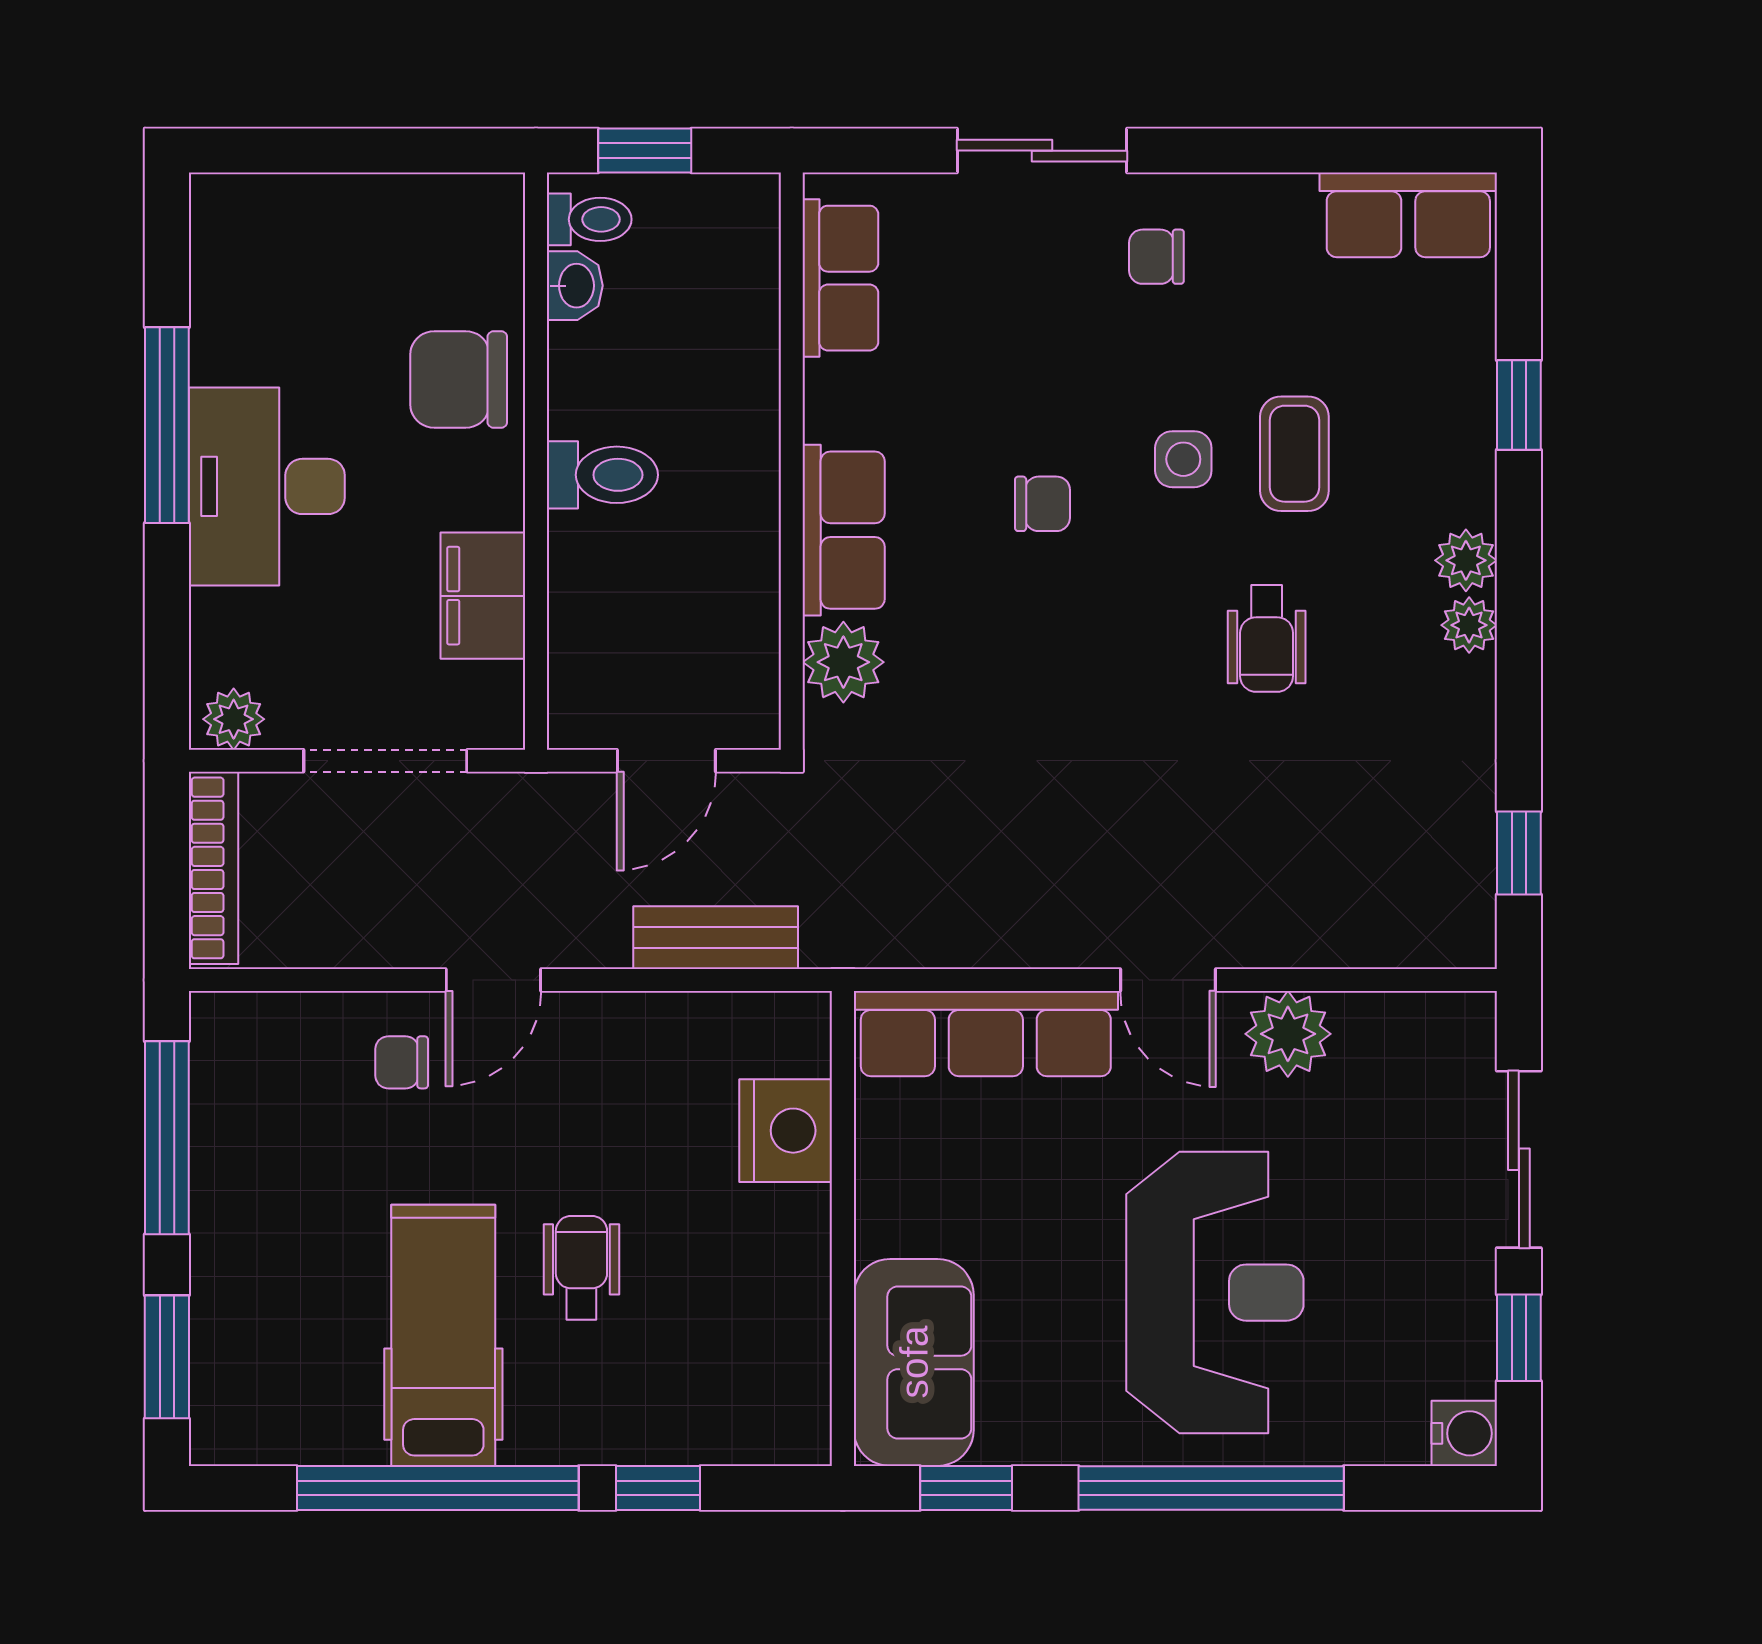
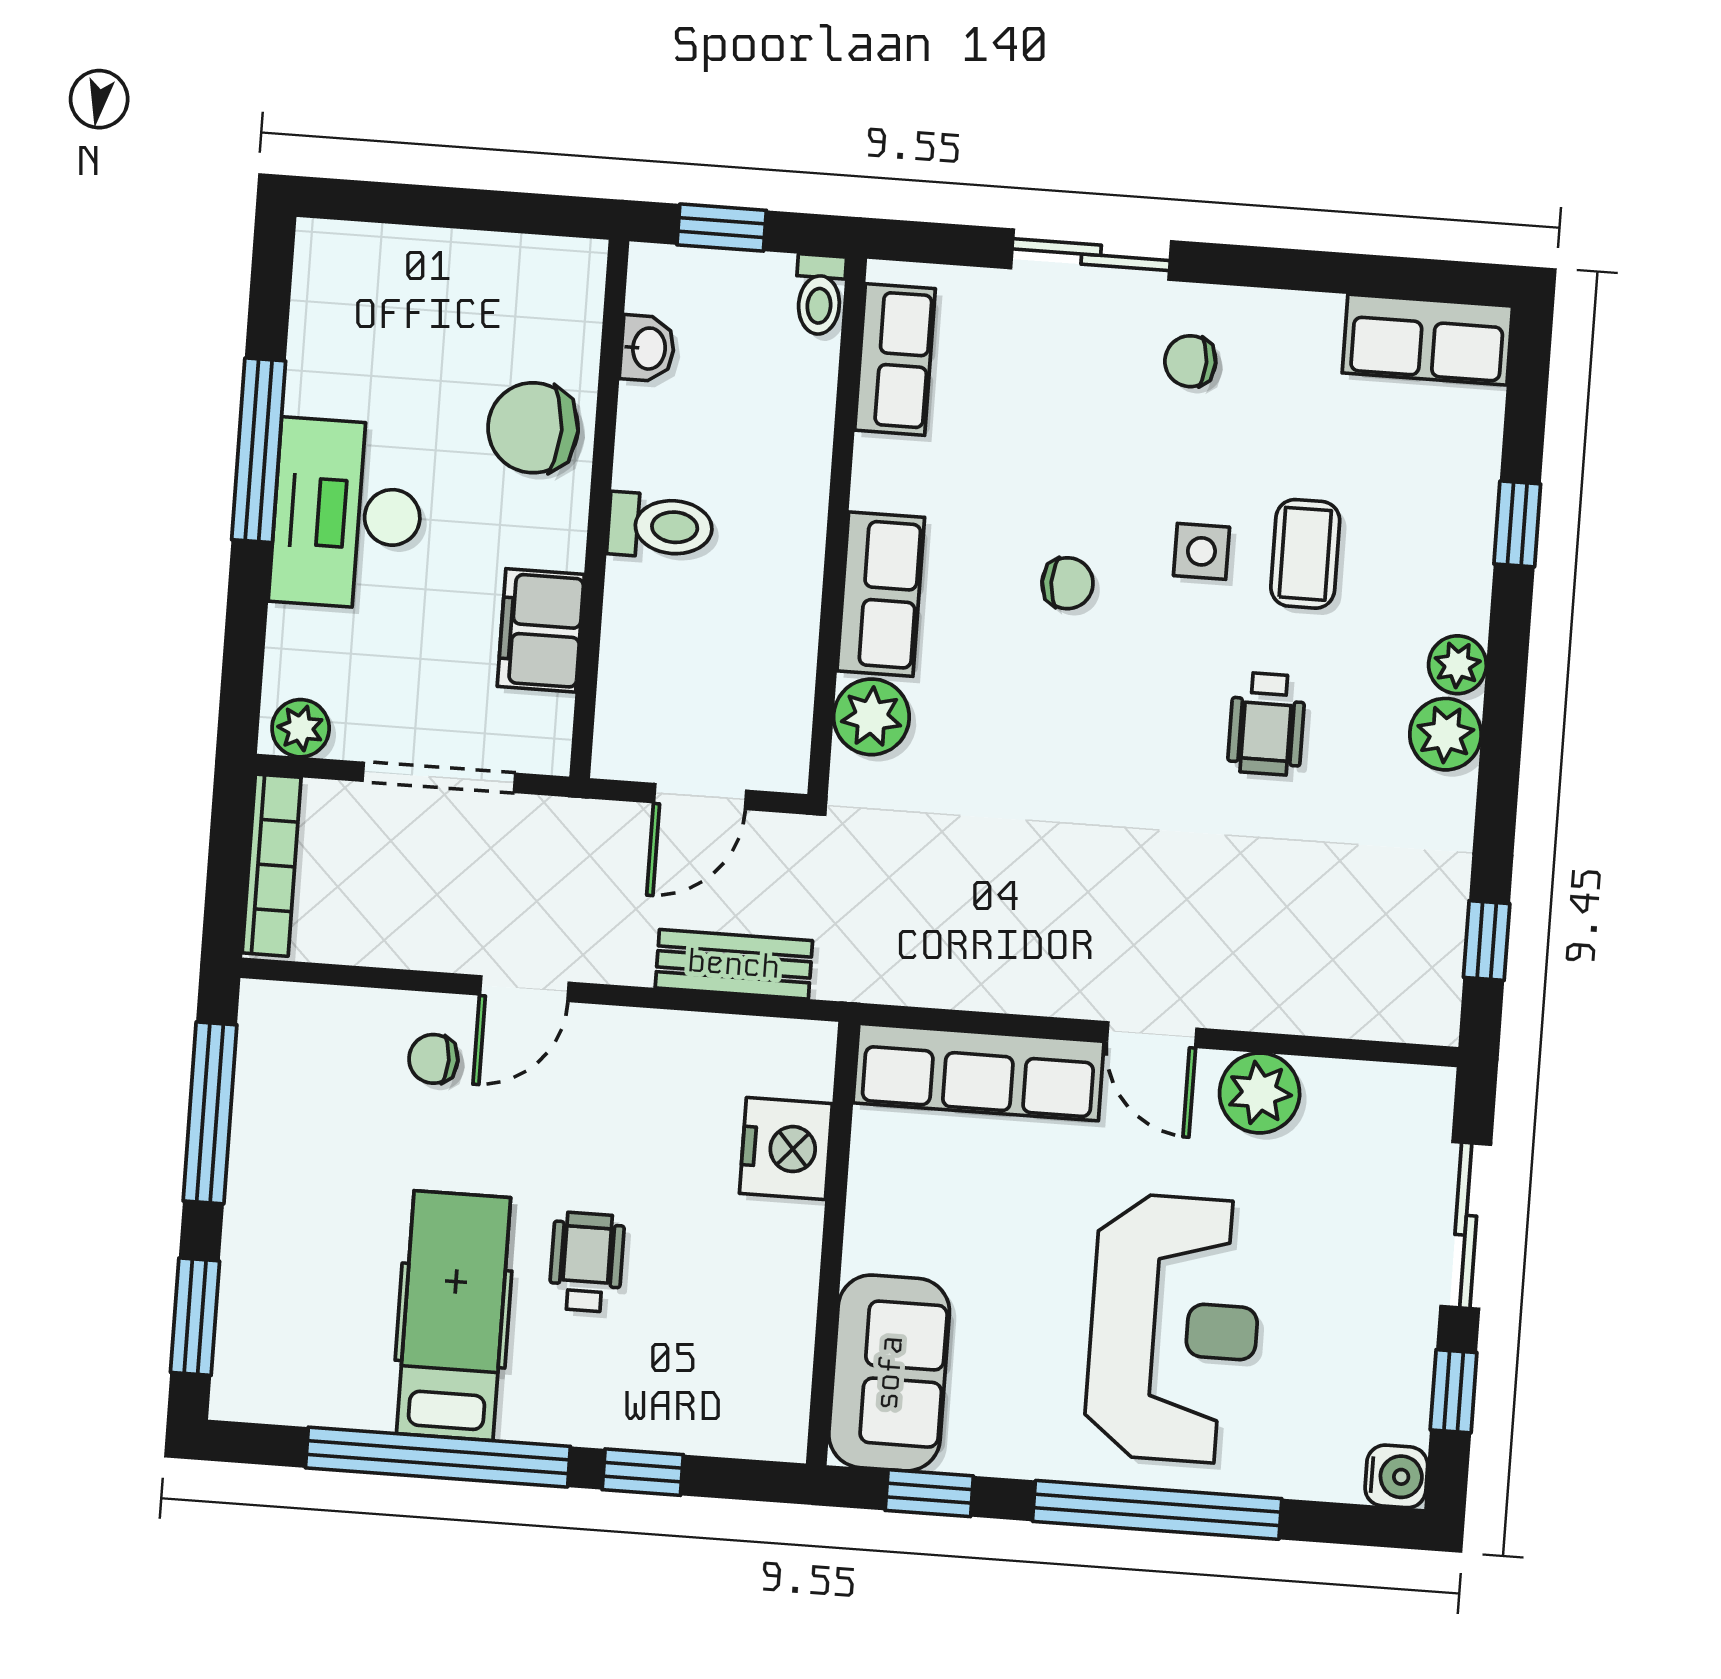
toilet: (589, 219) -> (820, 295), moved, turned 90
plant: (1469, 625) -> (1445, 734), width x1.38, depth x1.38

